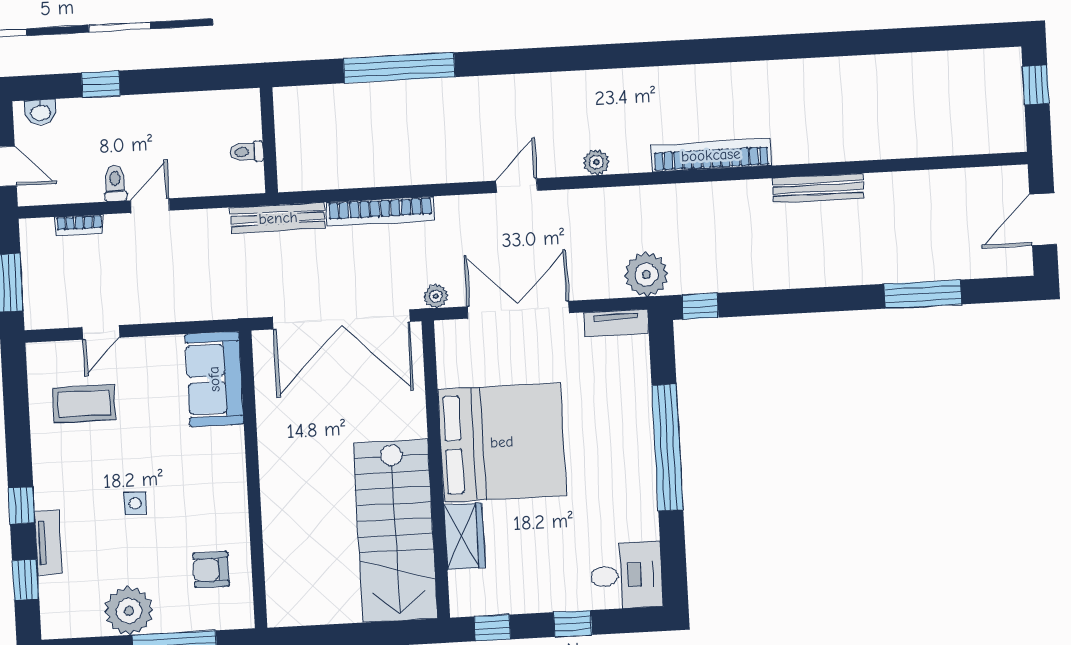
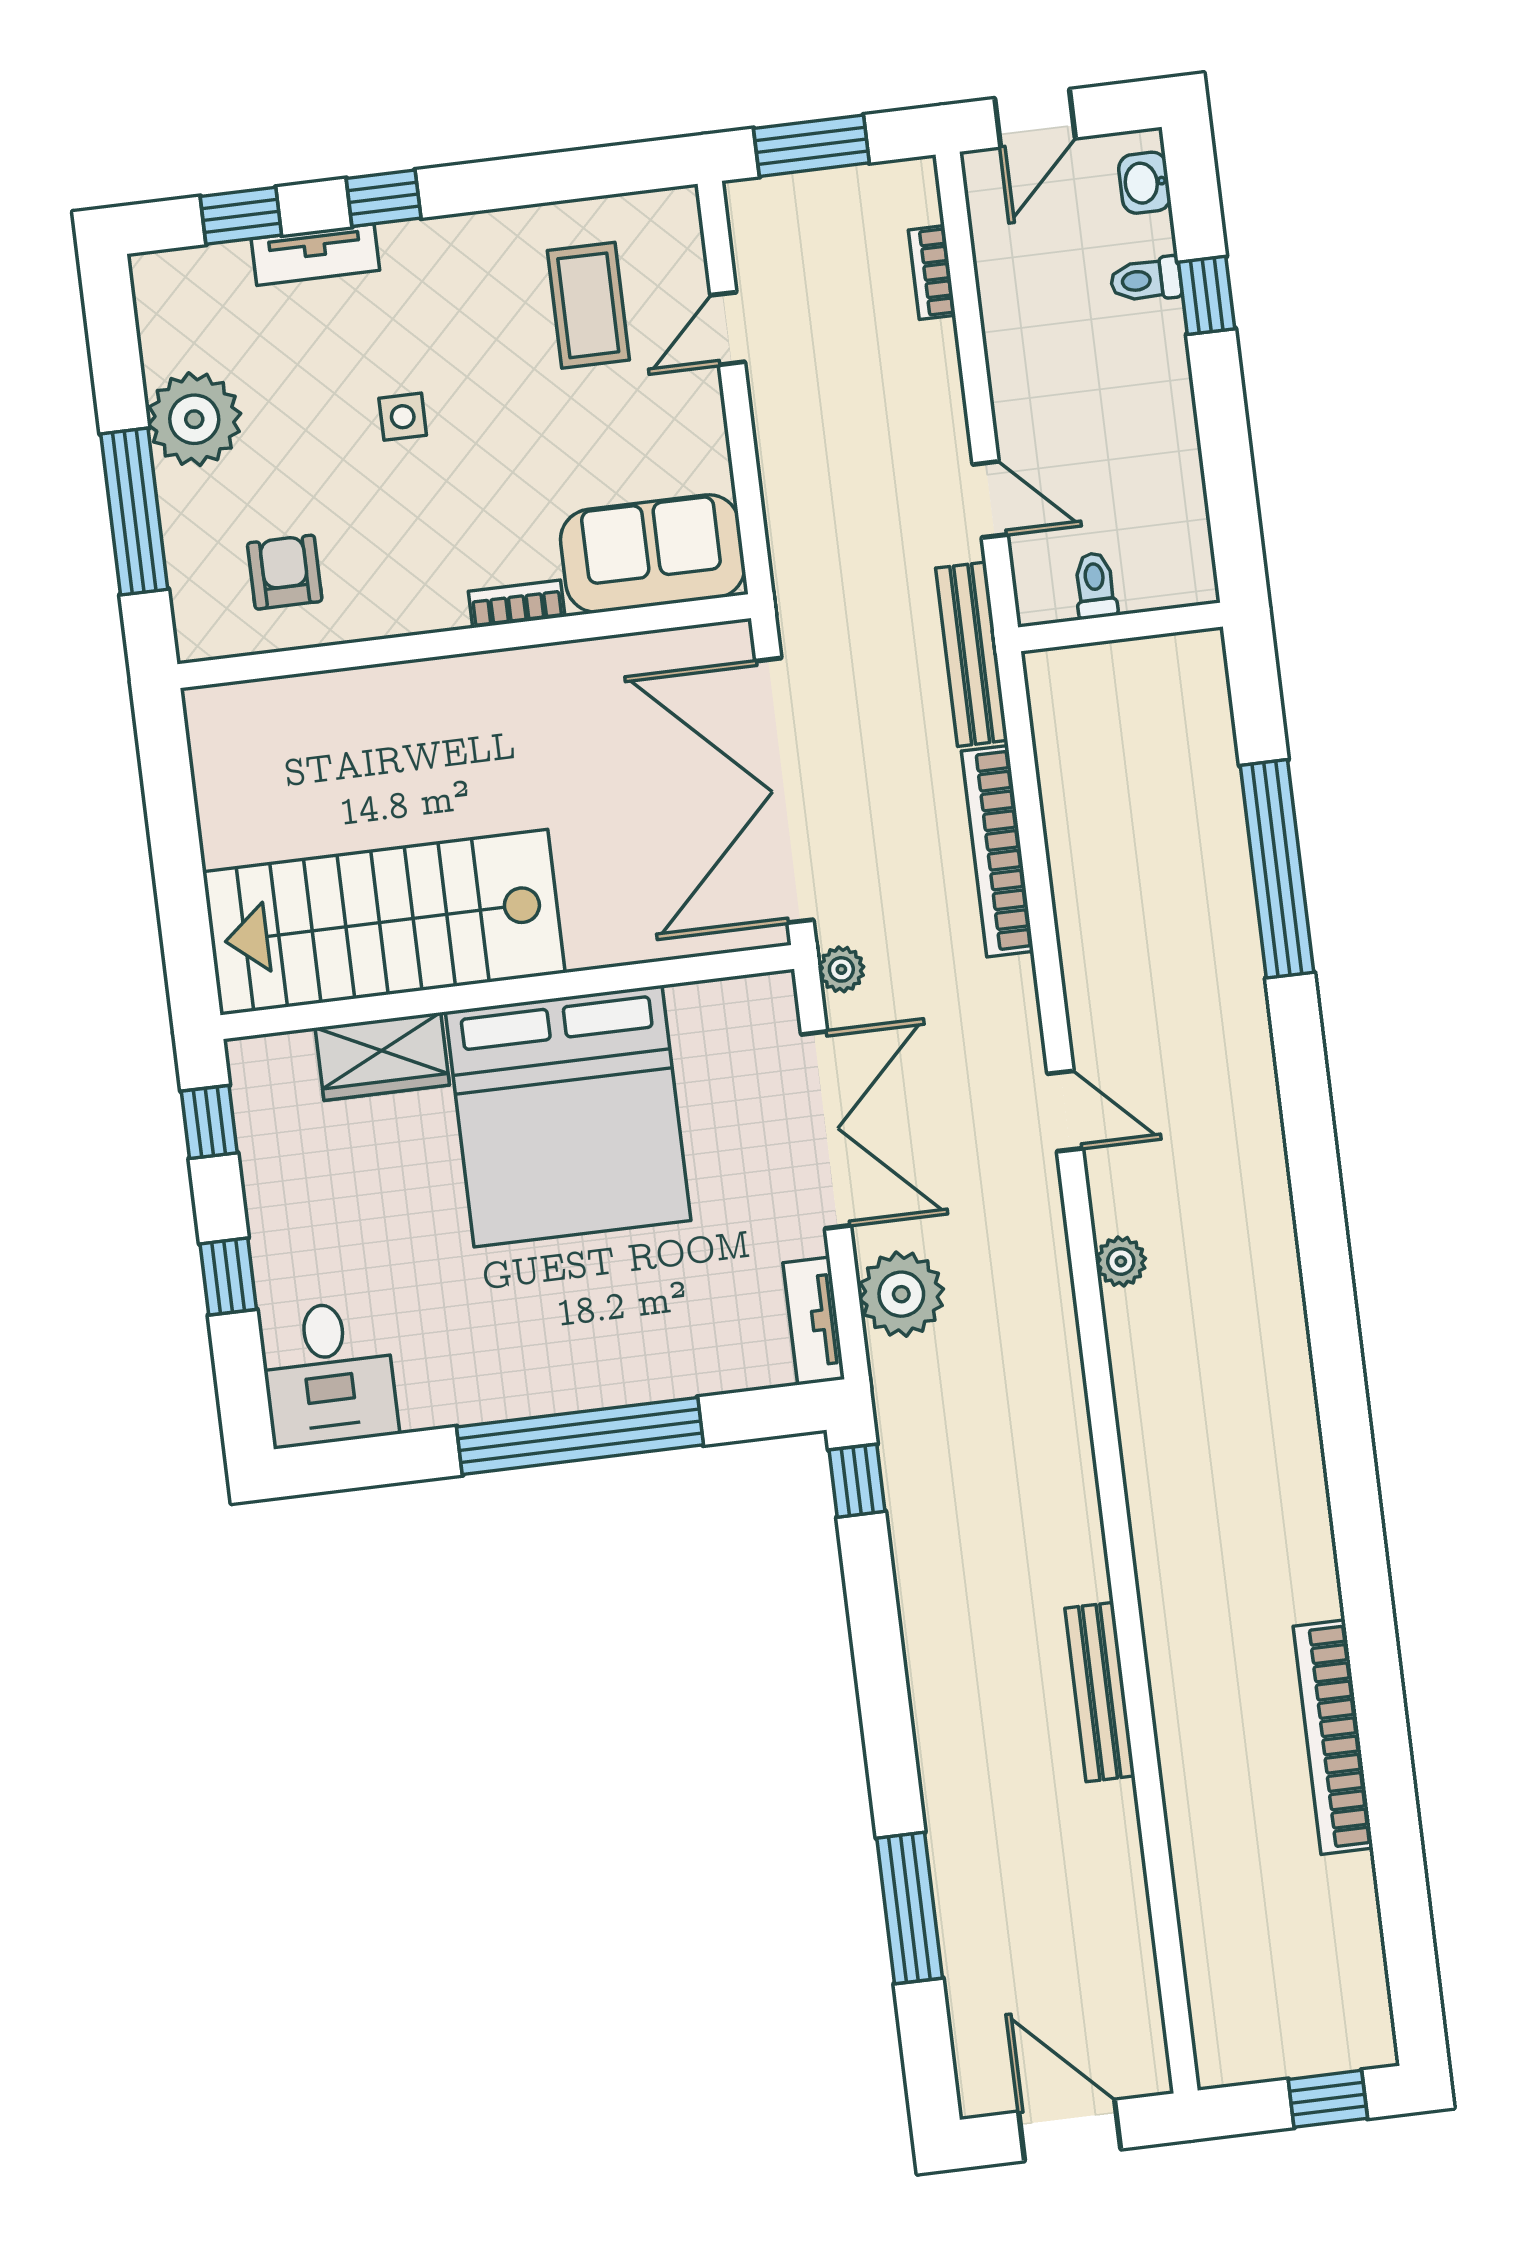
bookcase: (711, 155) -> (1333, 1737), moved, turned 180
toilet: (115, 183) -> (1146, 280), moved, turned 180
door: (150, 206) -> (990, 499), moved
plant: (646, 275) -> (901, 1294), moved
door: (101, 332) -> (728, 329), hinge flipped
bookcase: (236, 451) -> (517, 604), added

